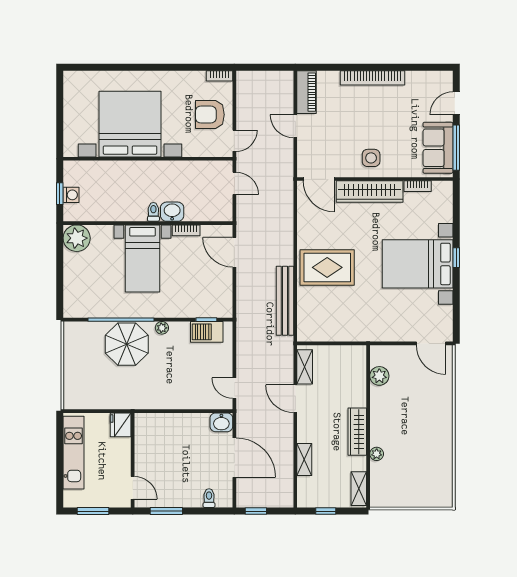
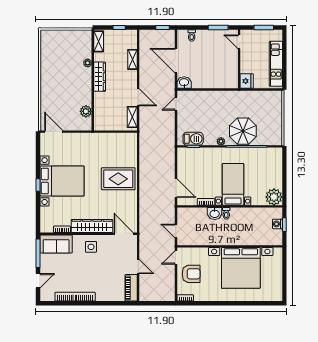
bookcase: (373, 78) -> (75, 297), moved
sofa: (438, 148) -> (56, 244), moved, turned 90
bench: (285, 301) -> (144, 158), removed
door: (234, 388) -> (176, 104), swing flipped

